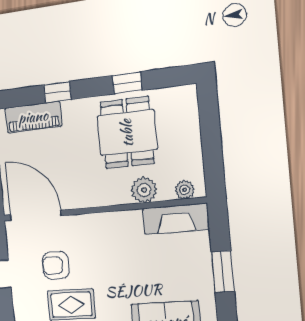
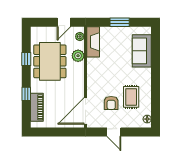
dining table: (127, 133) -> (50, 61), width x1.38
door: (212, 153) -> (64, 22), added

